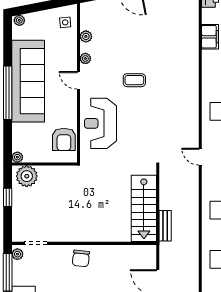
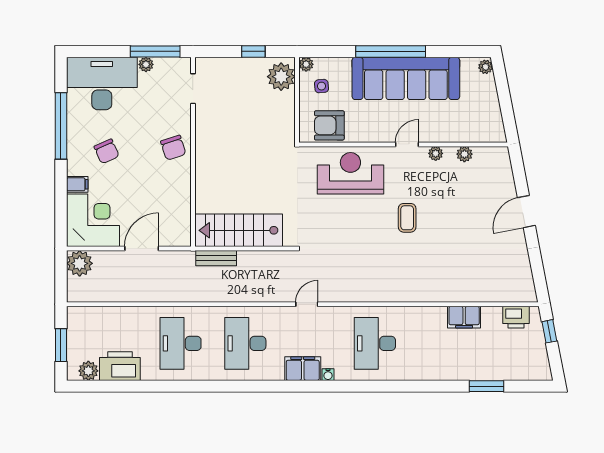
side table: (65, 22) -> (322, 86), moved
plant: (17, 254) -> (146, 64), moved
chair: (81, 258) -> (173, 148), turned -114

